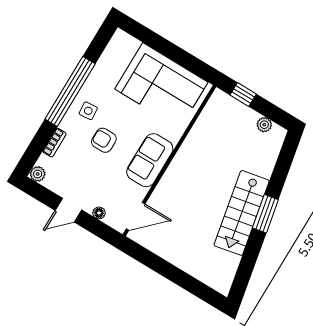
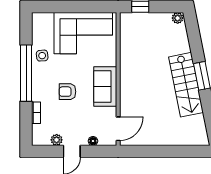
side table: (88, 111) -> (42, 56), moved
plant: (264, 125) -> (178, 18), moved
plant: (38, 174) -> (57, 140), moved

